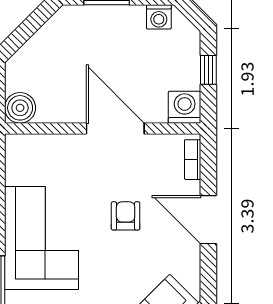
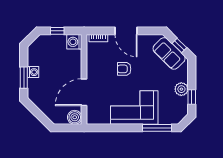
washing machine: (159, 17) -> (33, 72), moved
door: (115, 128) -> (84, 92), moved
door: (208, 220) -> (126, 31), hinge flipped

